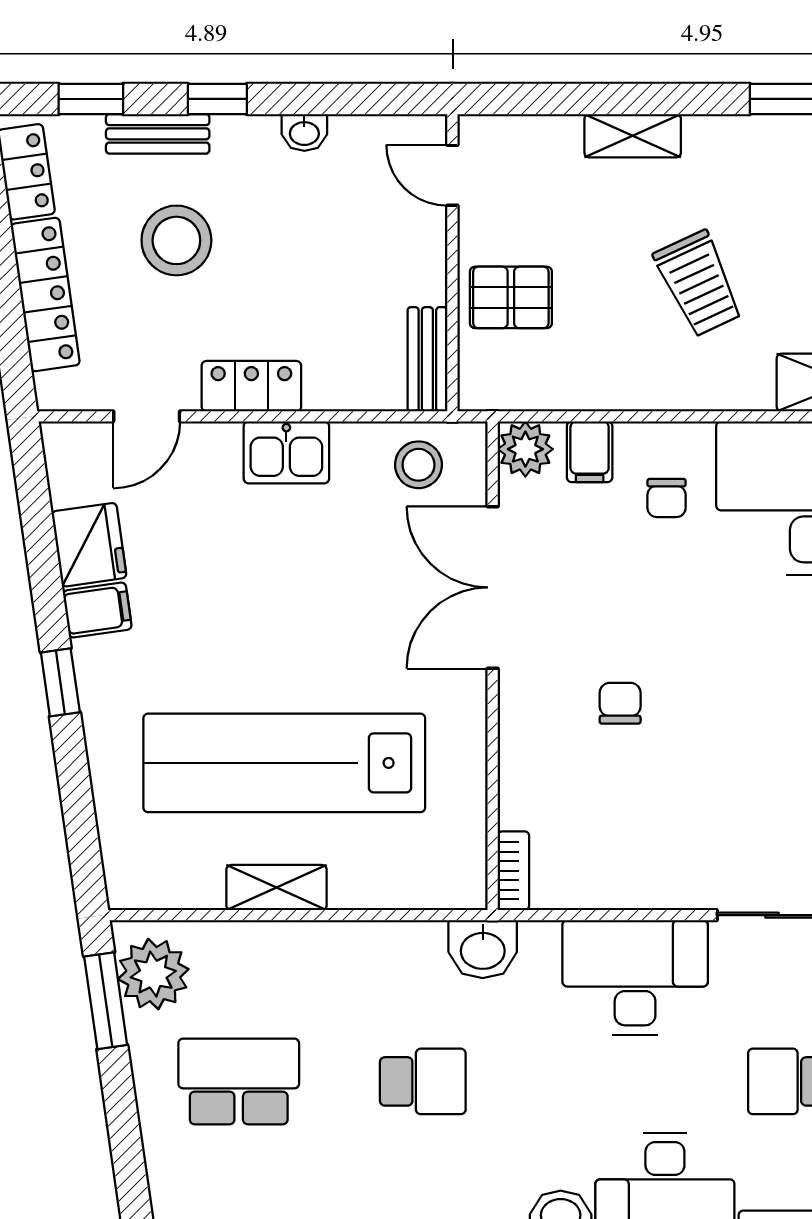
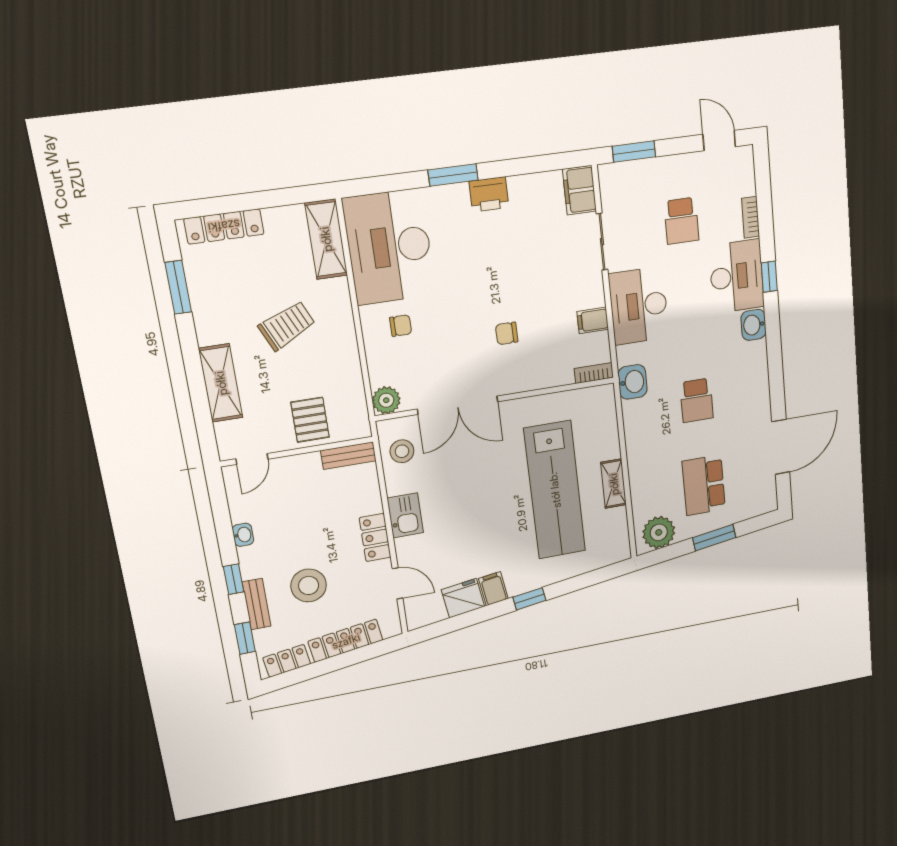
shelving: (633, 136) -> (221, 383), width x1.50, depth x1.33
filing cabinet: (590, 452) -> (593, 320), moved, turned 180
window: (106, 1001) -> (714, 538), moved
school desk: (423, 1081) -> (697, 400), turned 180

